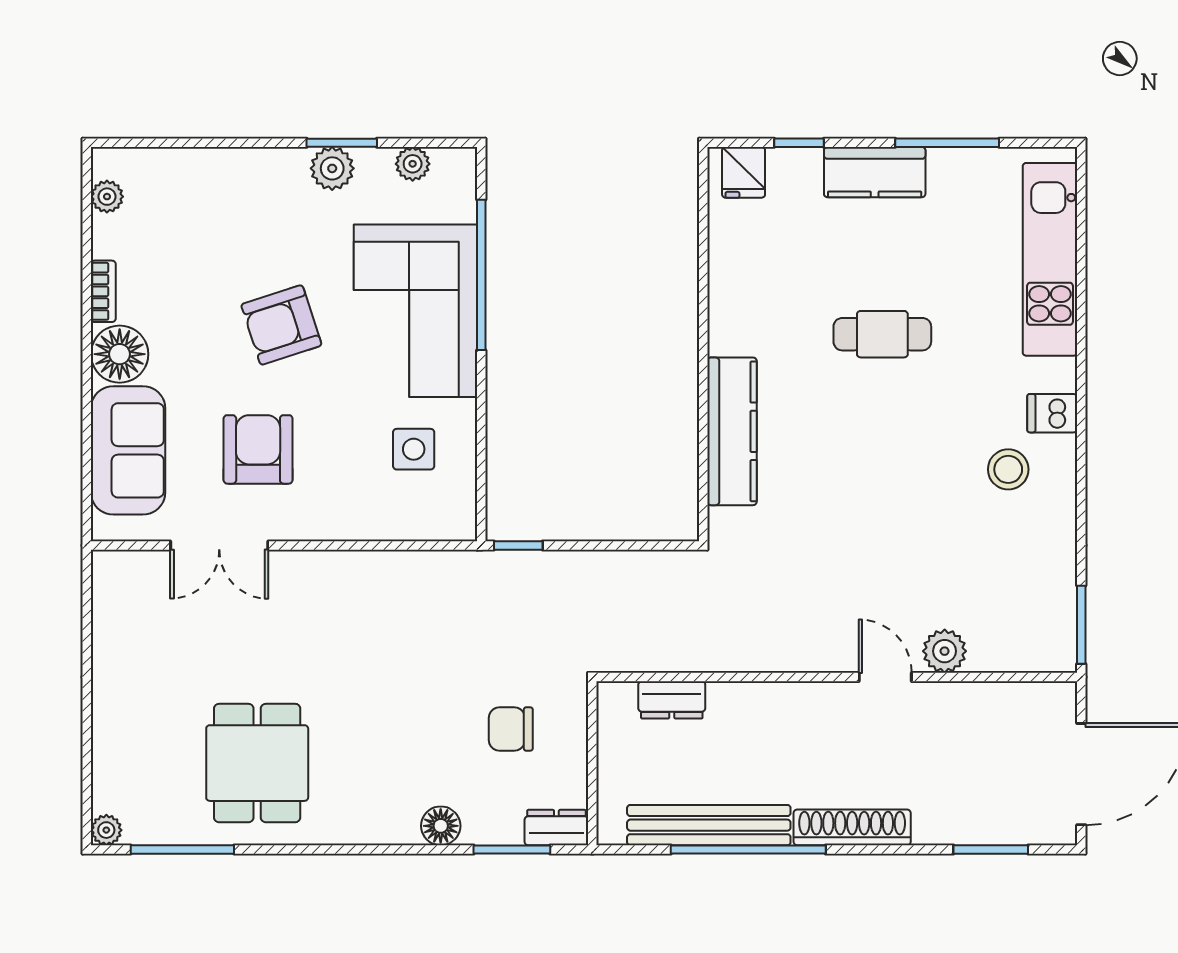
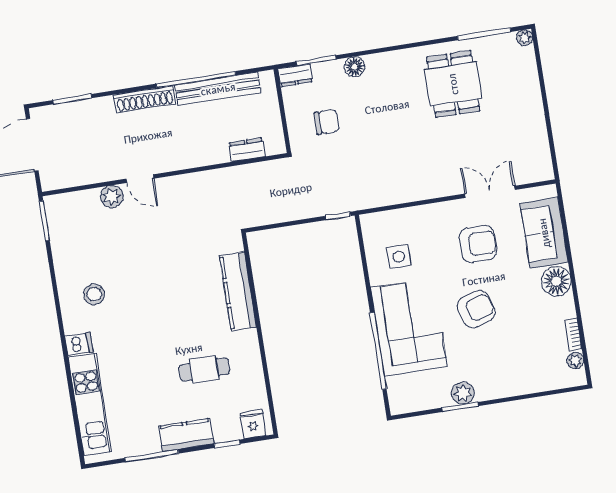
plant: (413, 164) -> (422, 402), removed
bookcase: (103, 291) -> (573, 335), moved
cafe table: (882, 334) -> (204, 370), moved
dishwasher: (1052, 413) -> (79, 344), moved
armchair: (258, 449) -> (478, 244), turned -90

